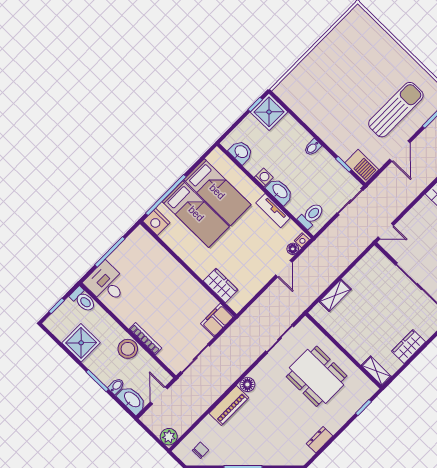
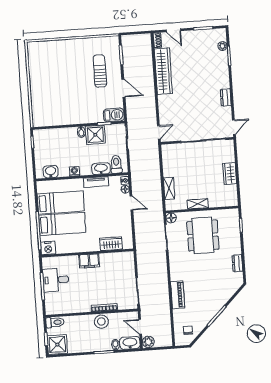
sun lounger: (396, 110) -> (100, 71), width x0.73, depth x0.75
shower: (269, 112) -> (95, 135), moved
washbasin: (280, 191) -> (101, 169), moved
desk: (106, 283) -> (56, 280), moved
filing cabinet: (217, 320) -> (89, 261), moved, turned -90
shower: (81, 343) -> (57, 345), moved
shelving: (376, 371) -> (198, 204), moved
dining table: (317, 376) -> (203, 235), turned 90
floor lamp: (247, 384) -> (171, 218), moved
plant: (169, 437) -> (148, 342), moved

